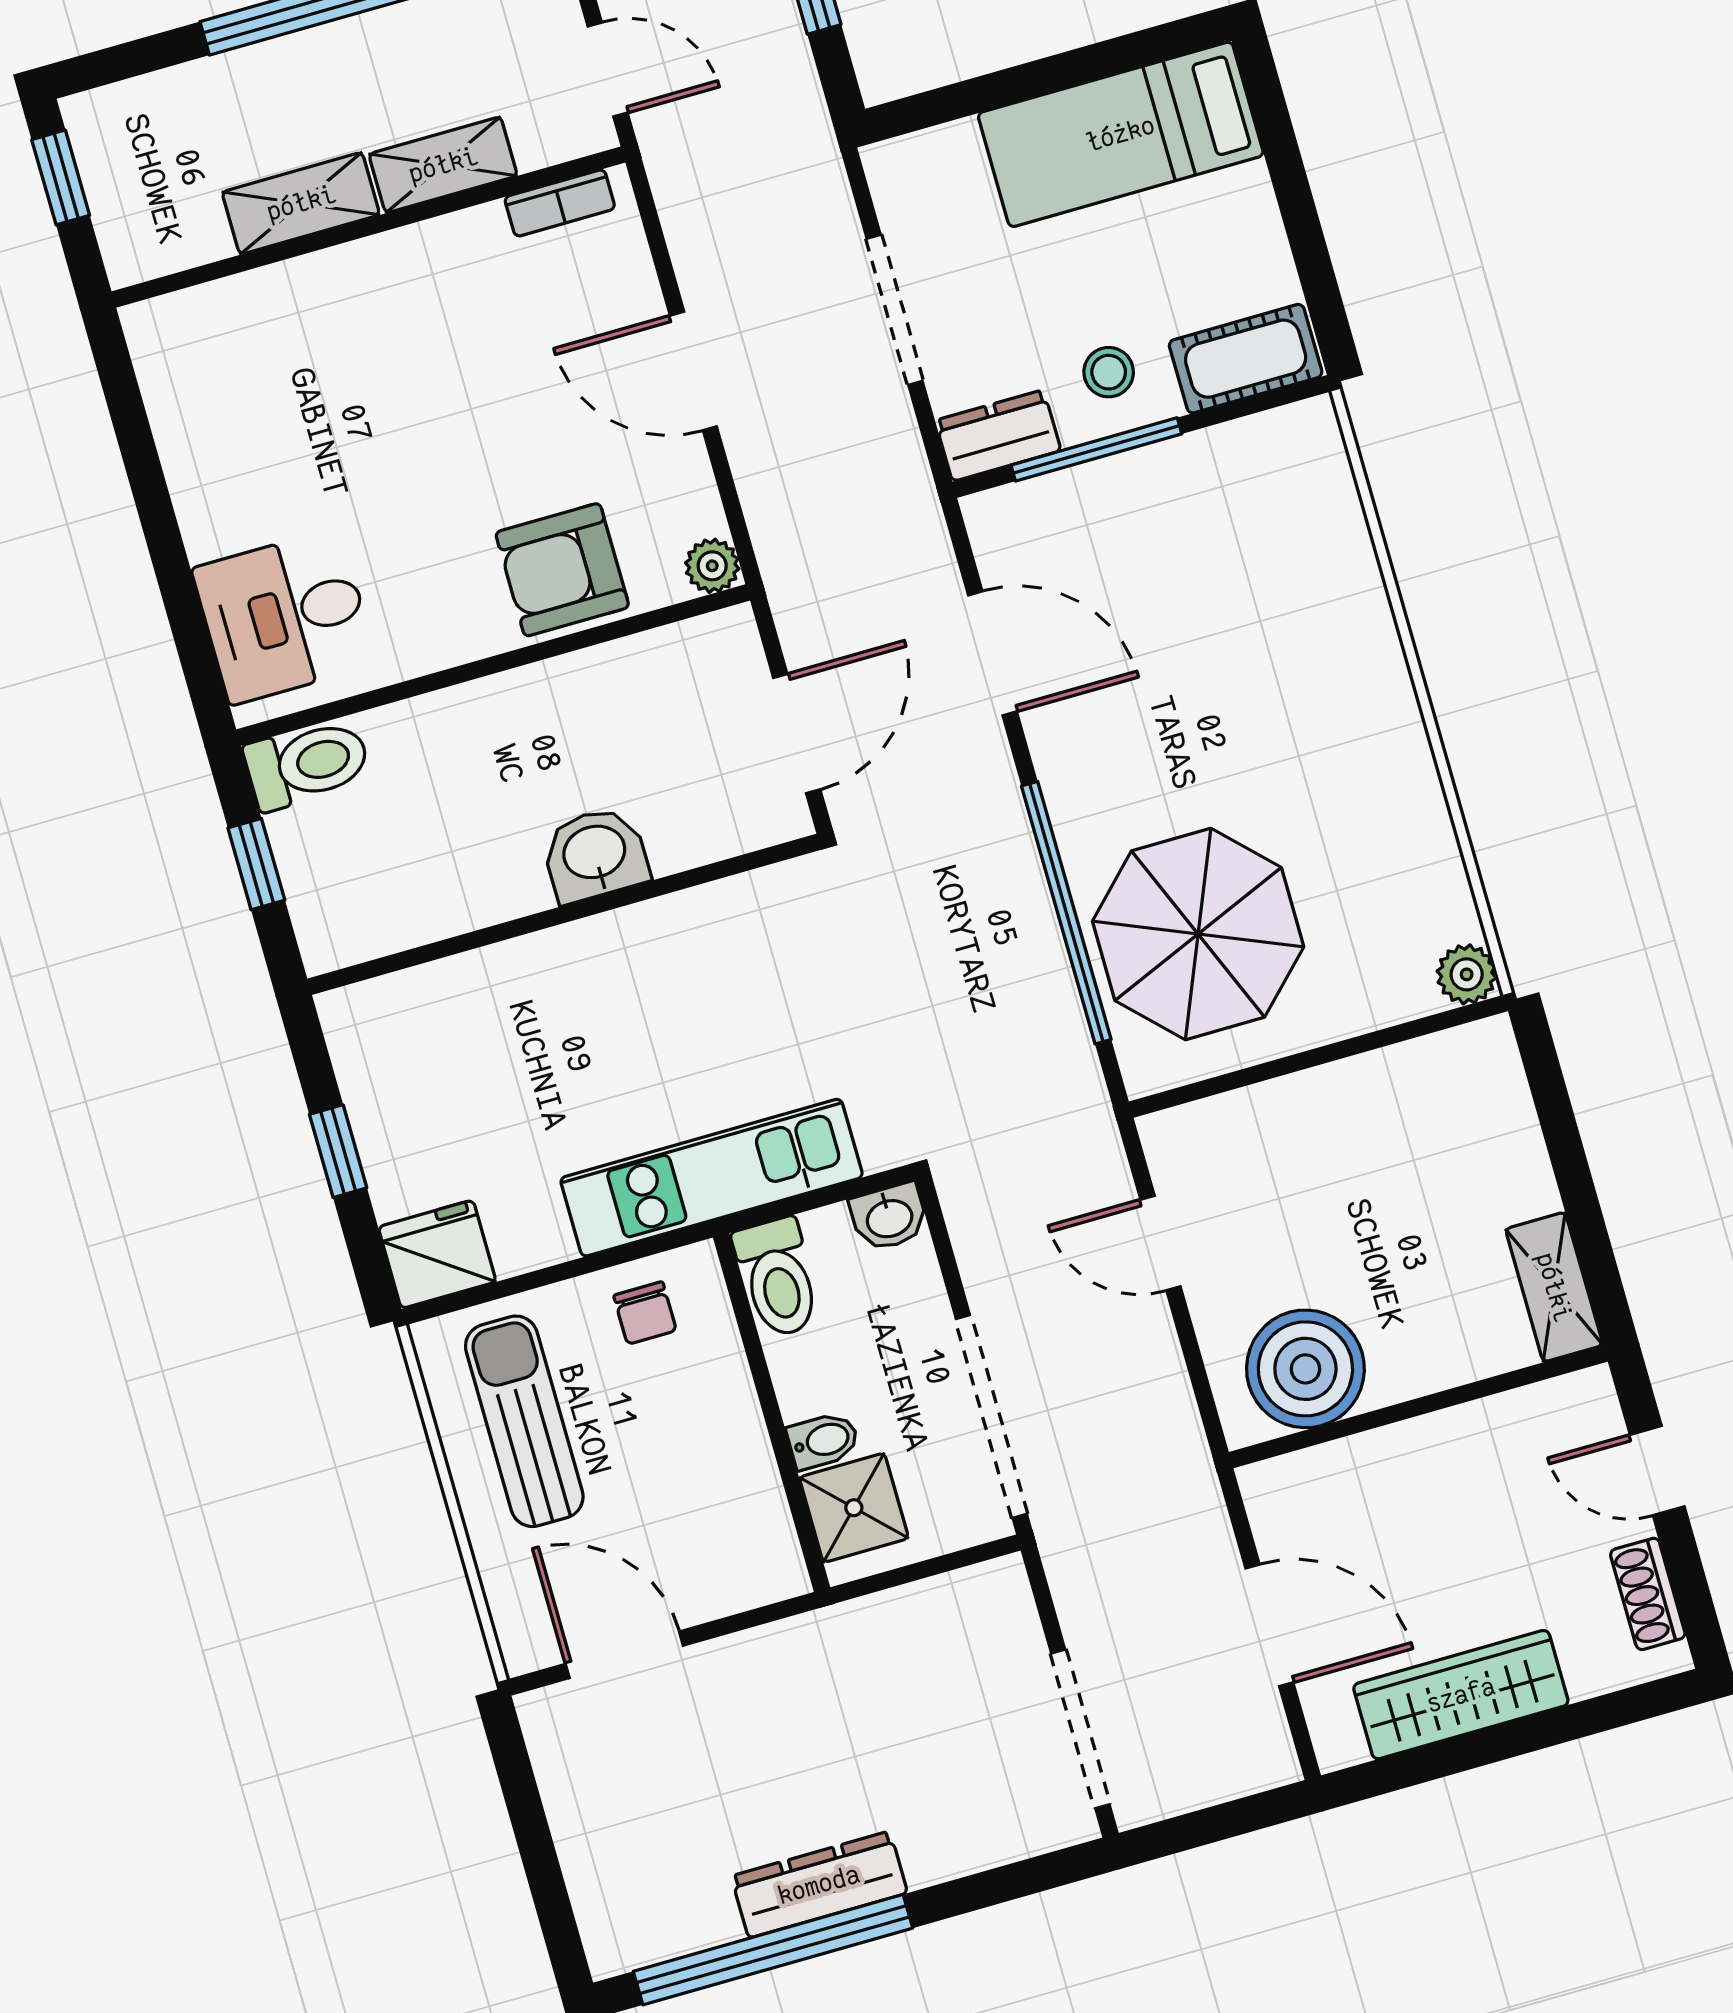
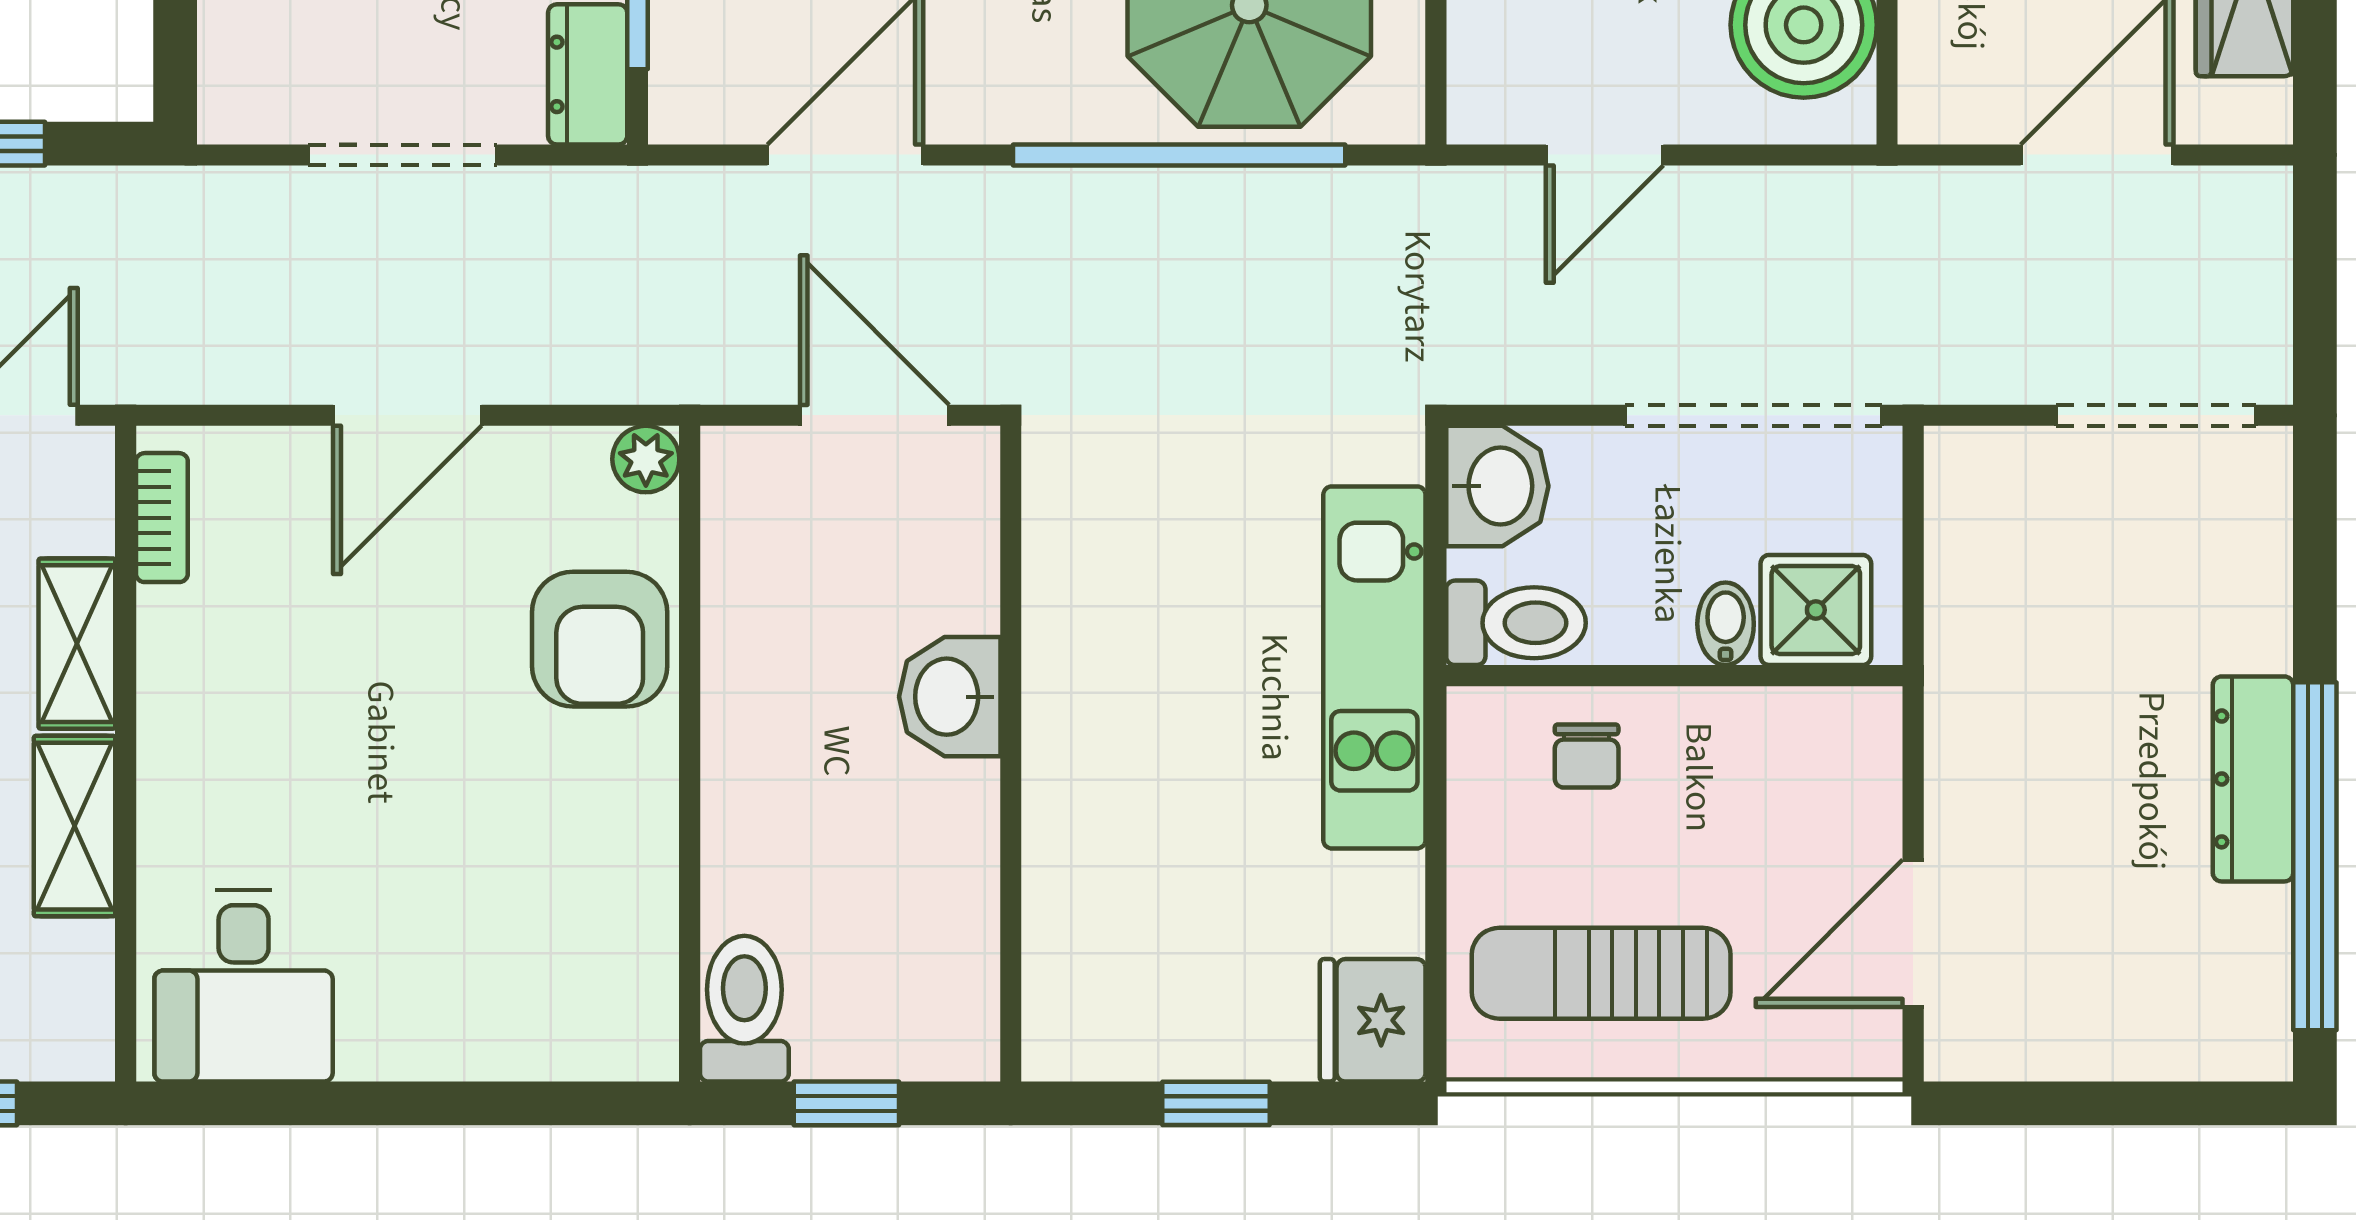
desk: (285, 616) -> (244, 986), moved
washbasin: (889, 1217) -> (1497, 486), width x1.38, depth x1.45
chair: (645, 1313) -> (1587, 756), moved, turned 90

